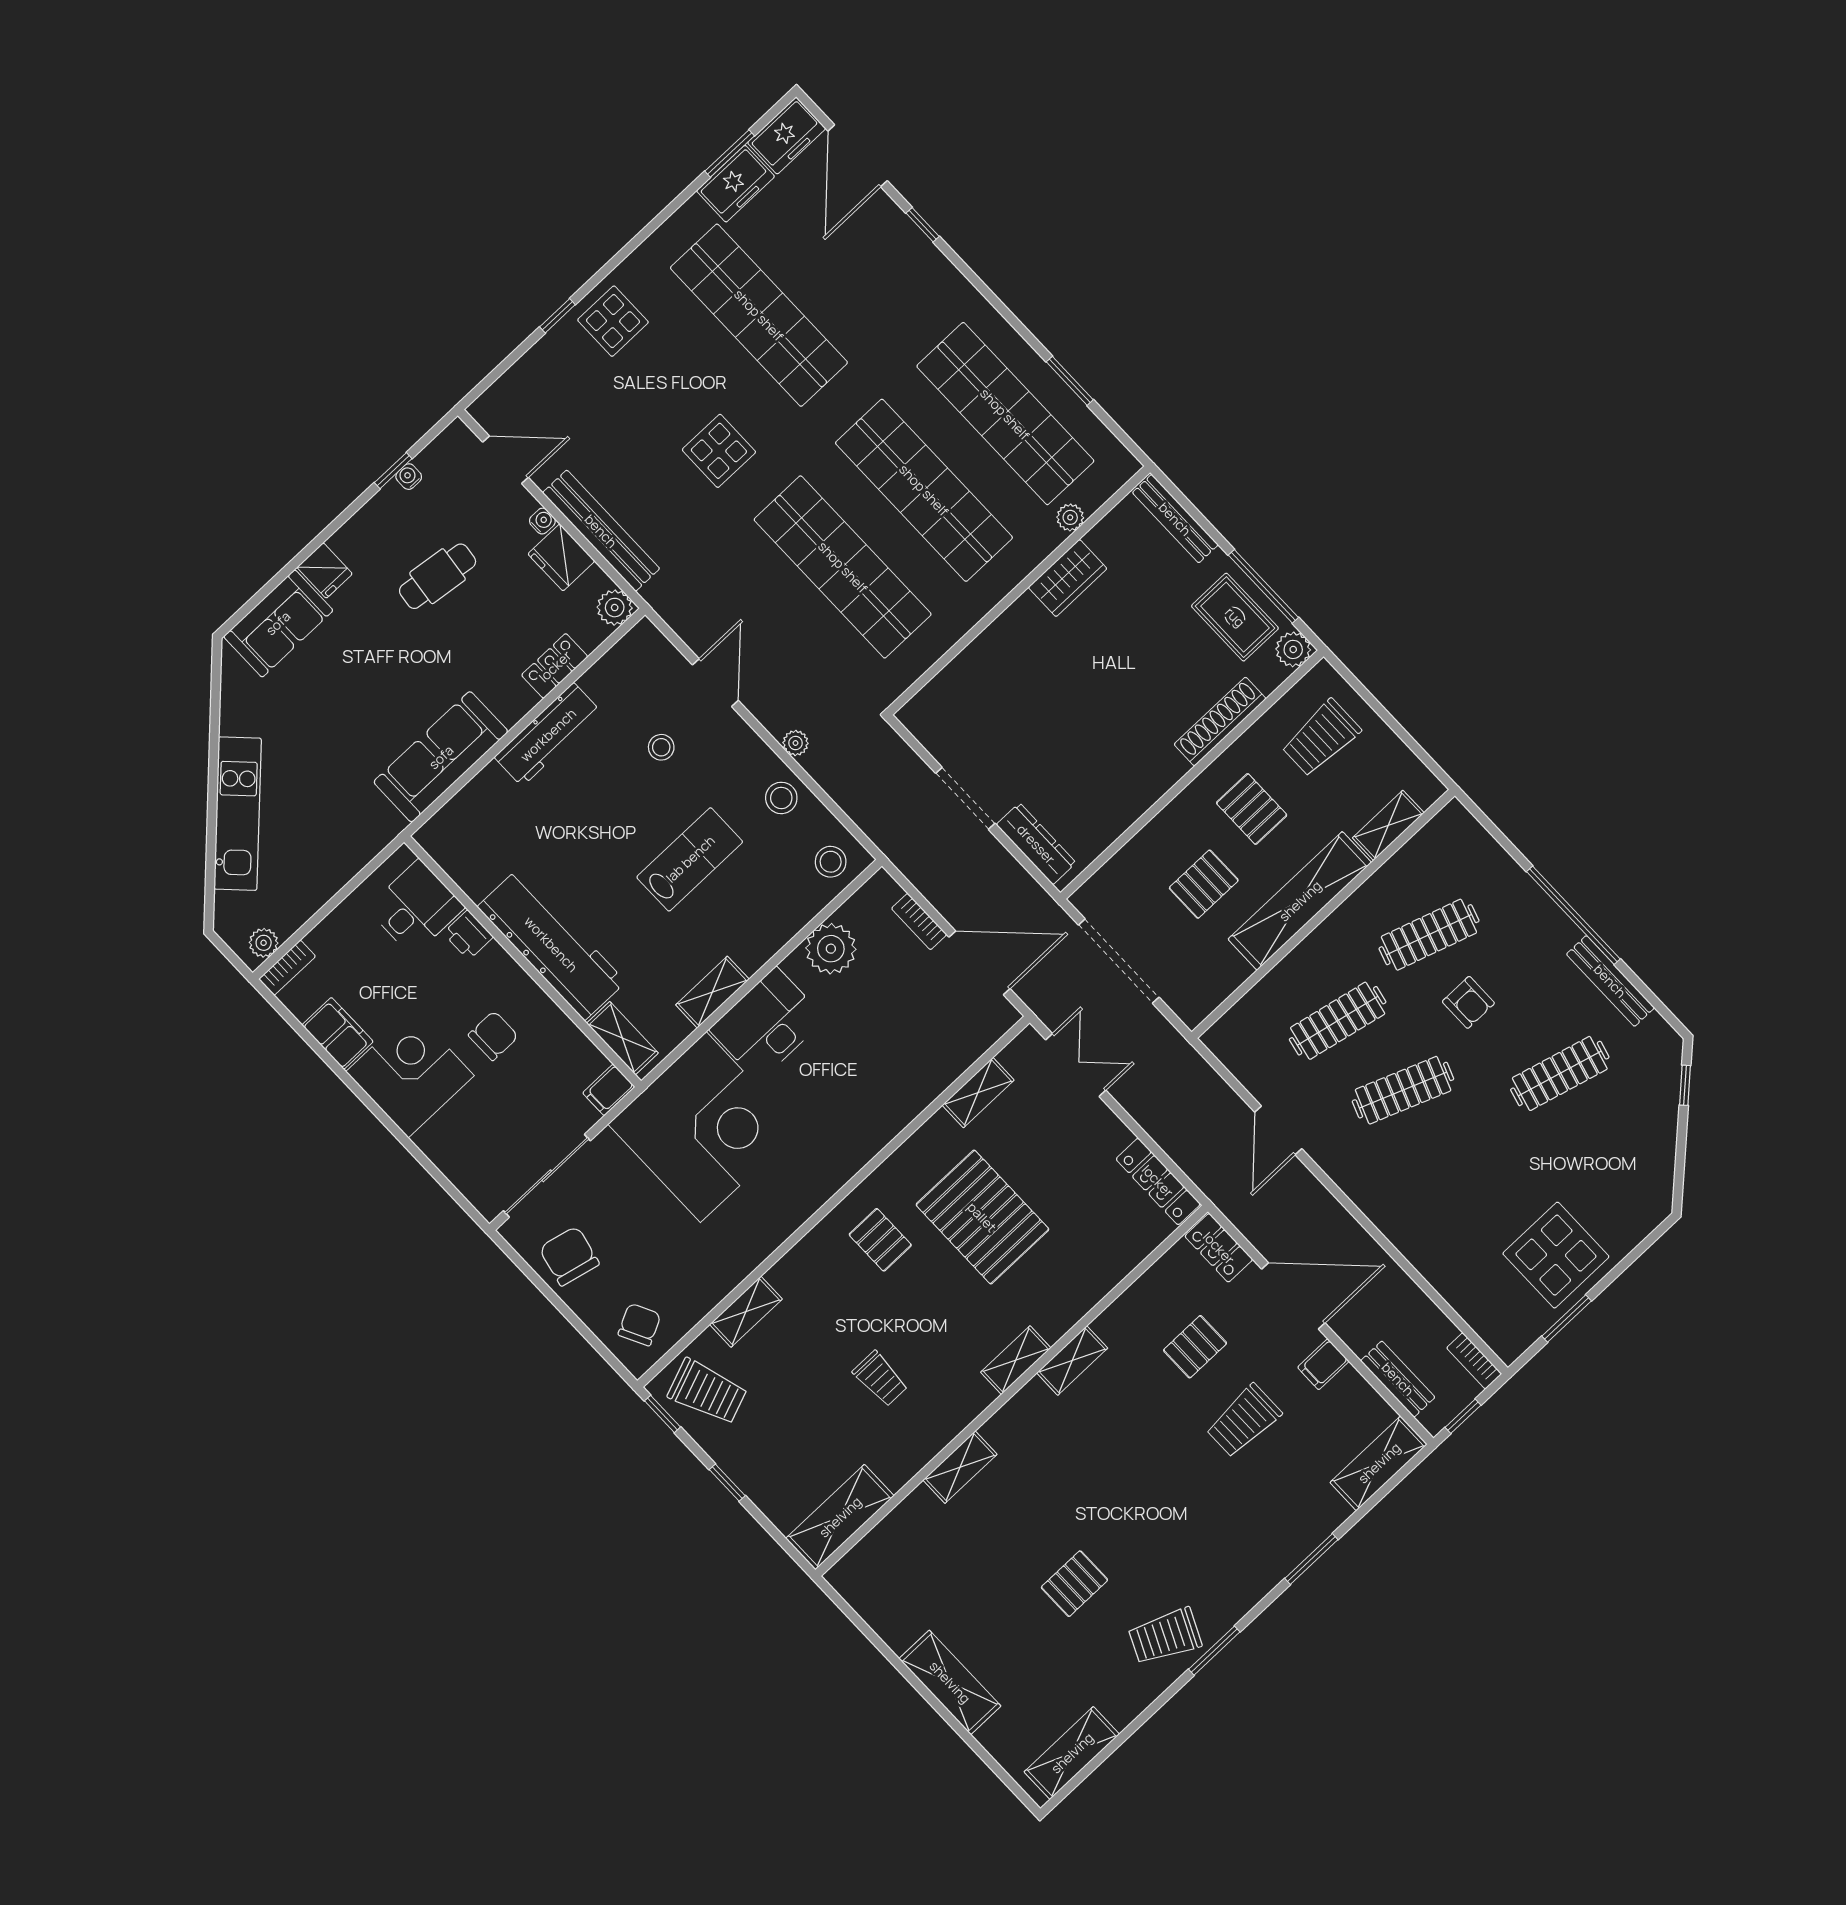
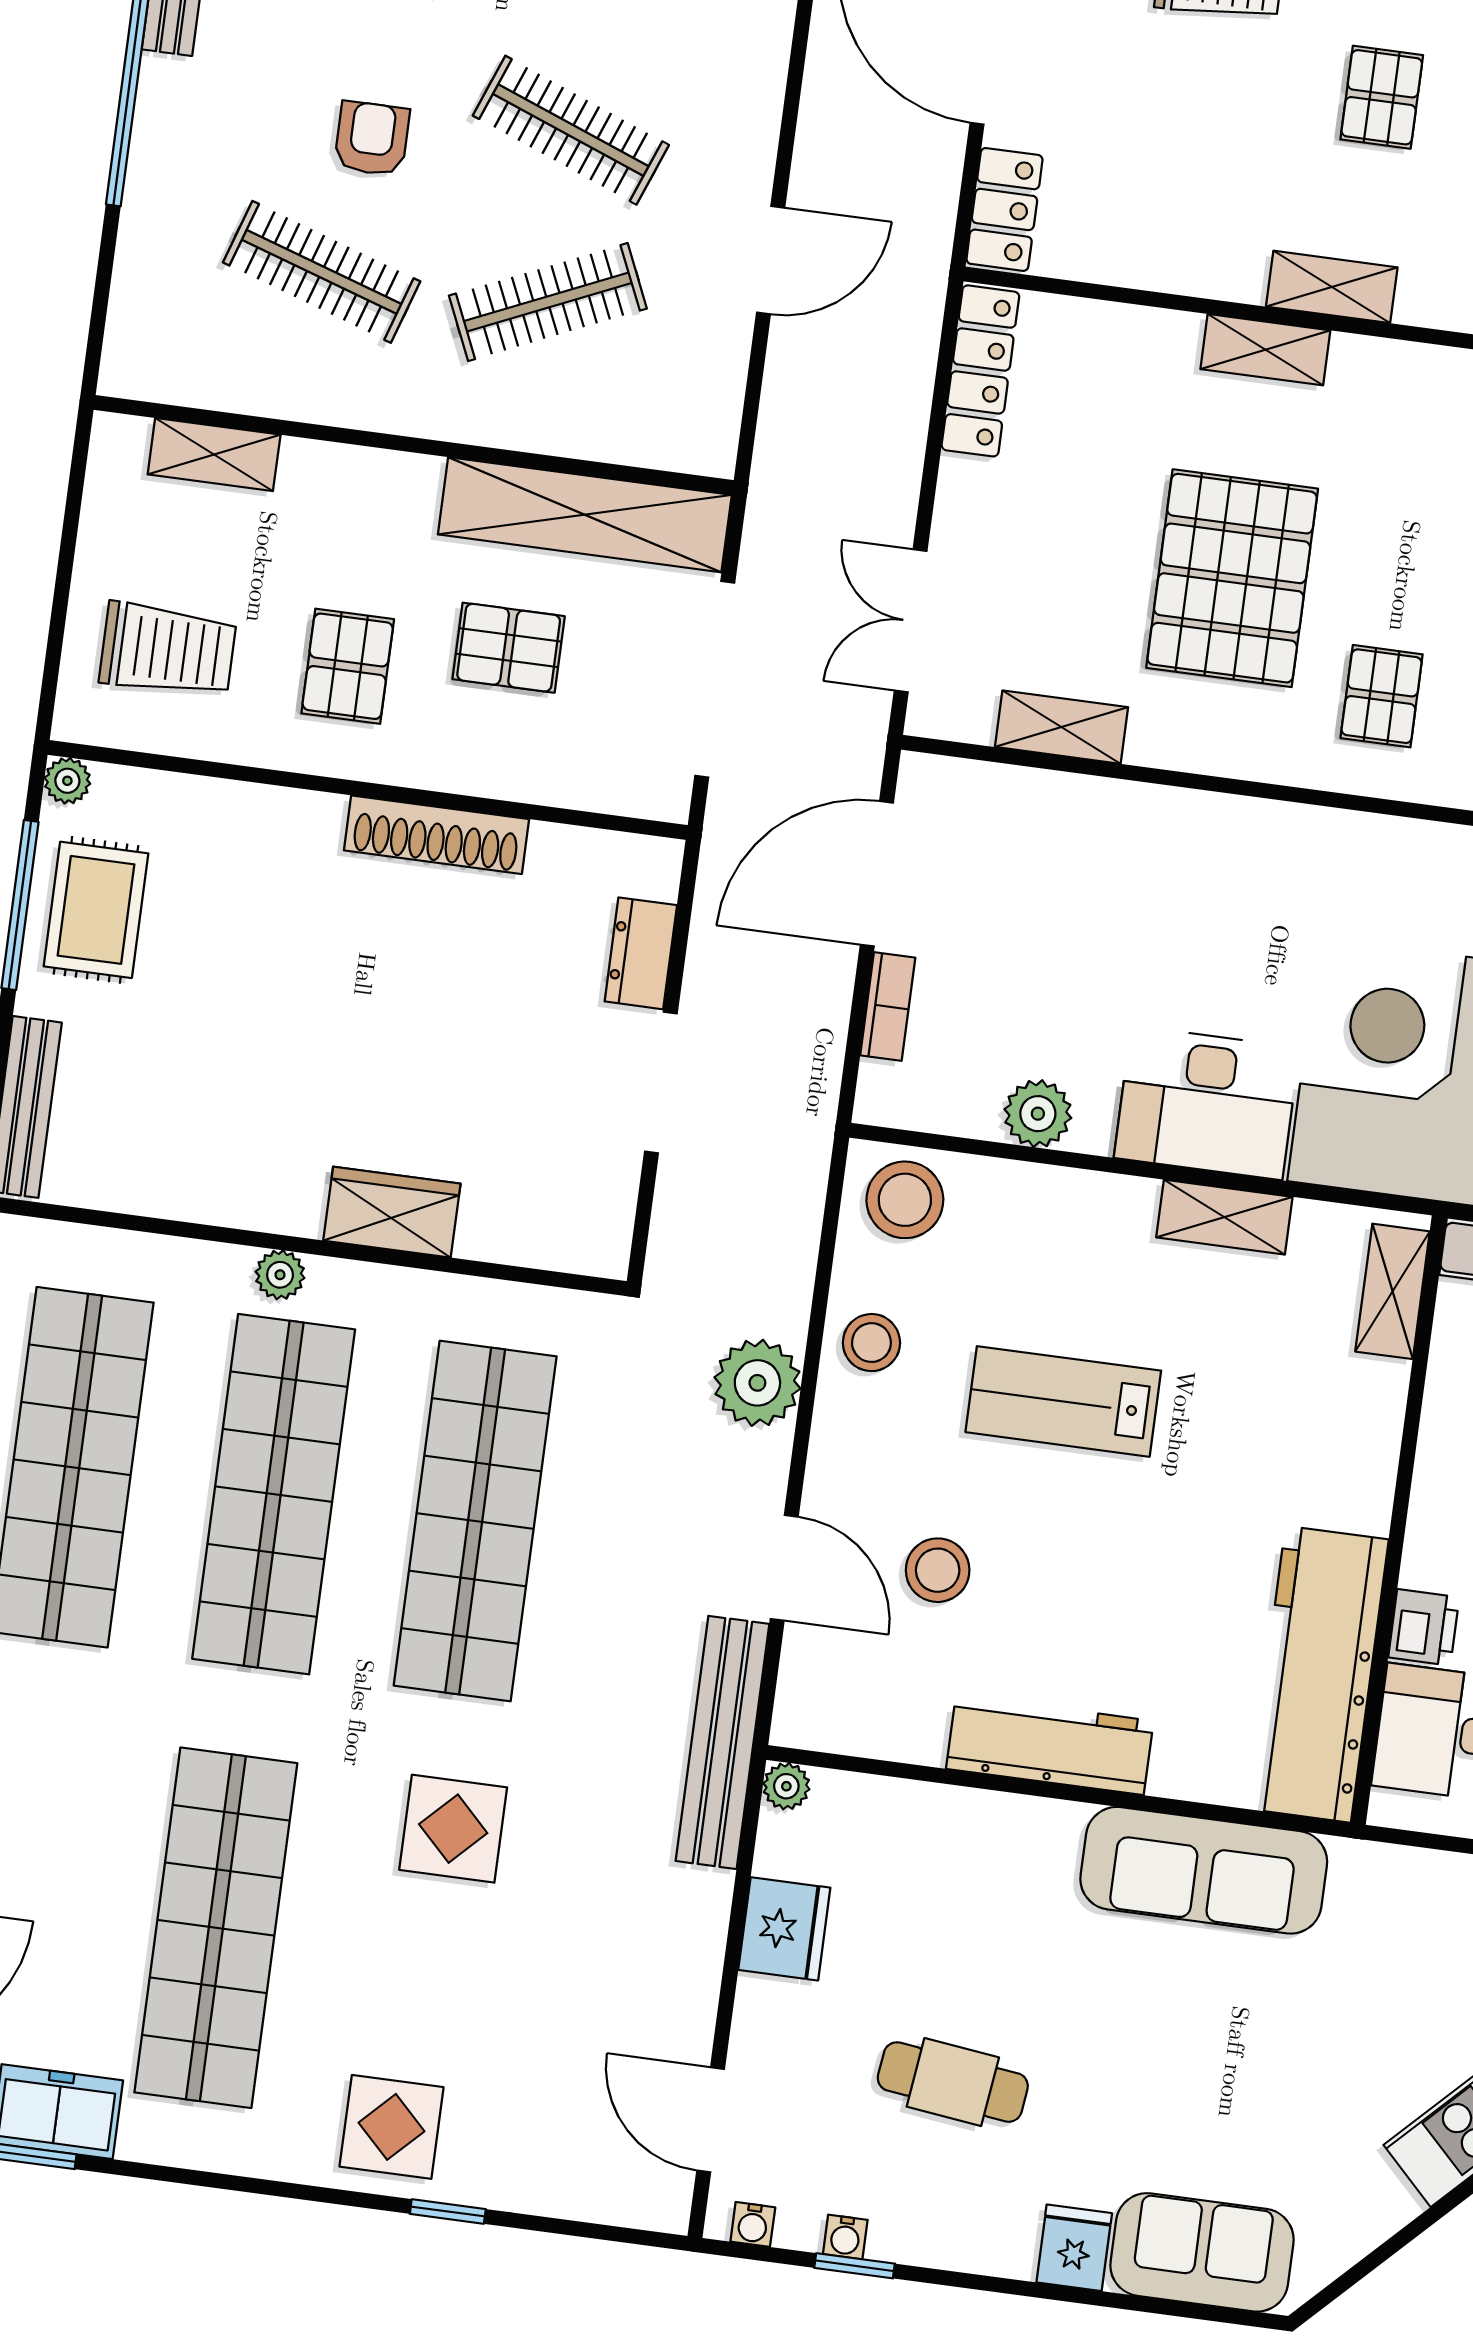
plant: (1070, 517) -> (280, 1275), moved
water cooler: (542, 521) -> (753, 2224), moved, turned -90
bench: (601, 531) -> (722, 1742), moved
wardrobe: (1068, 578) -> (392, 1212), moved
plant: (615, 608) -> (786, 1786), width x0.73, depth x0.73
plant: (1293, 649) -> (67, 781), width x0.73, depth x0.73
locker: (555, 666) -> (945, 1814), removed
door: (715, 683) -> (784, 1568), swing flipped
shoe rack: (1220, 722) -> (436, 835), moved
plant: (795, 743) -> (757, 1383), width x1.88, depth x1.88
stool: (661, 747) -> (938, 1570), width x1.37, depth x1.37
dresser: (1036, 844) -> (641, 953), width x0.70
stool: (831, 862) -> (905, 1200), width x1.38, depth x1.38
shelving: (1300, 901) -> (585, 515), moved
workbench: (551, 944) -> (1318, 1674), moved
plant: (831, 949) -> (1038, 1114), width x0.73, depth x0.73
door: (980, 963) -> (877, 874), hinge flipped
clothes rail: (1338, 1021) -> (548, 302), turned -36
pallet: (1195, 1347) -> (1382, 97), moved, turned 90
shelving: (1016, 1360) -> (1265, 350), moved

